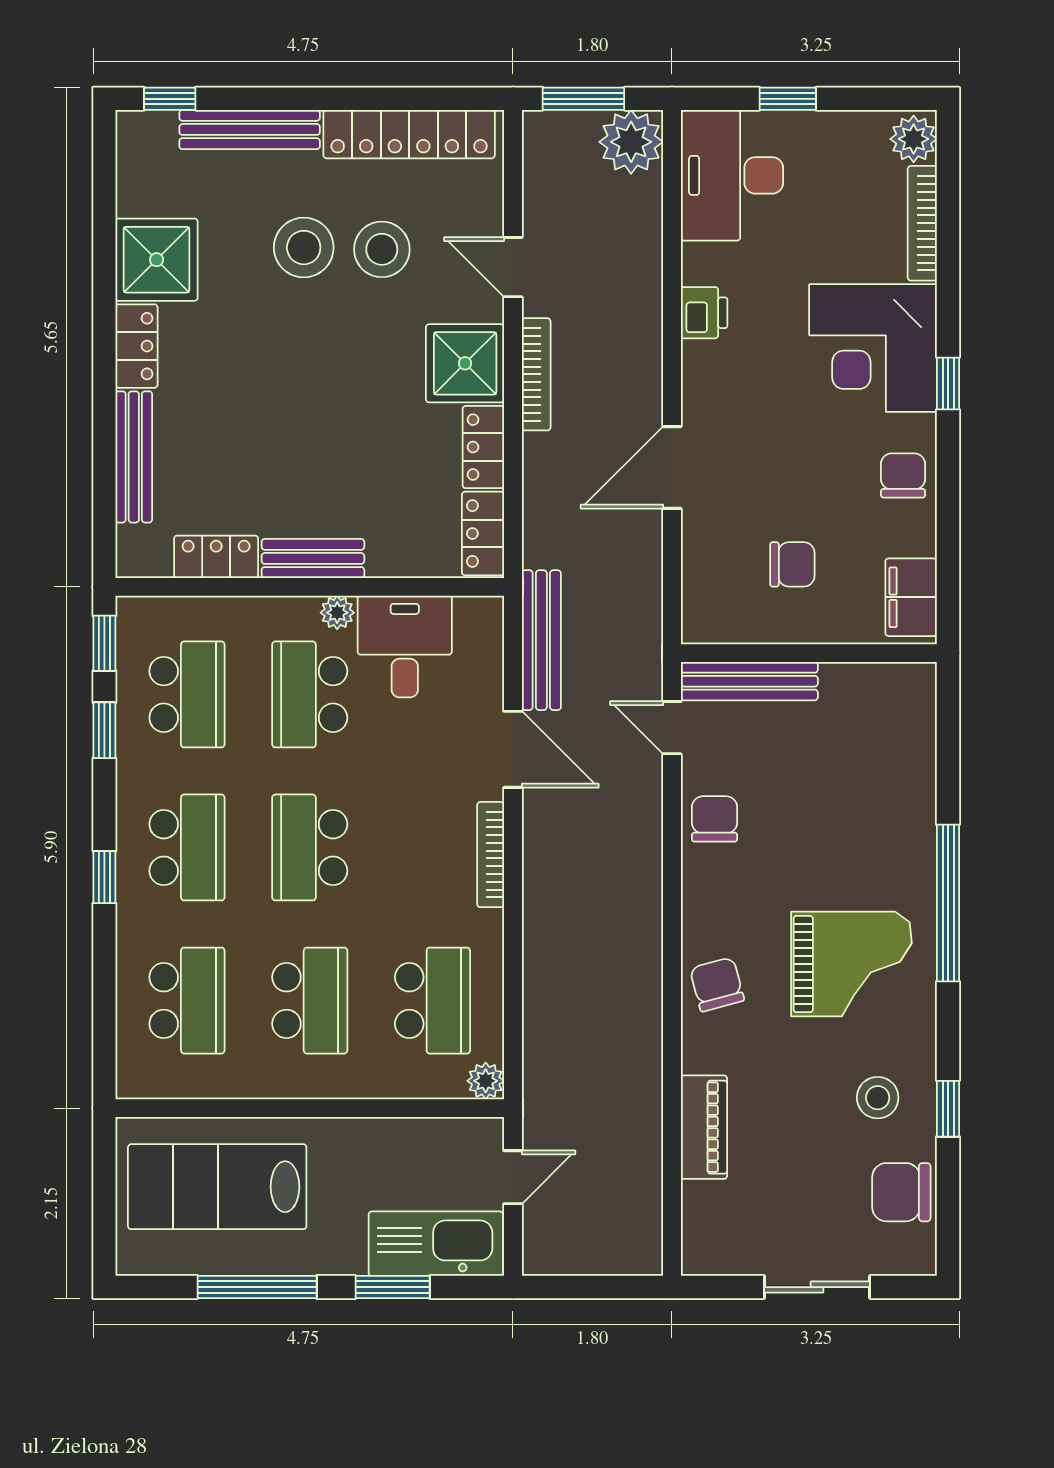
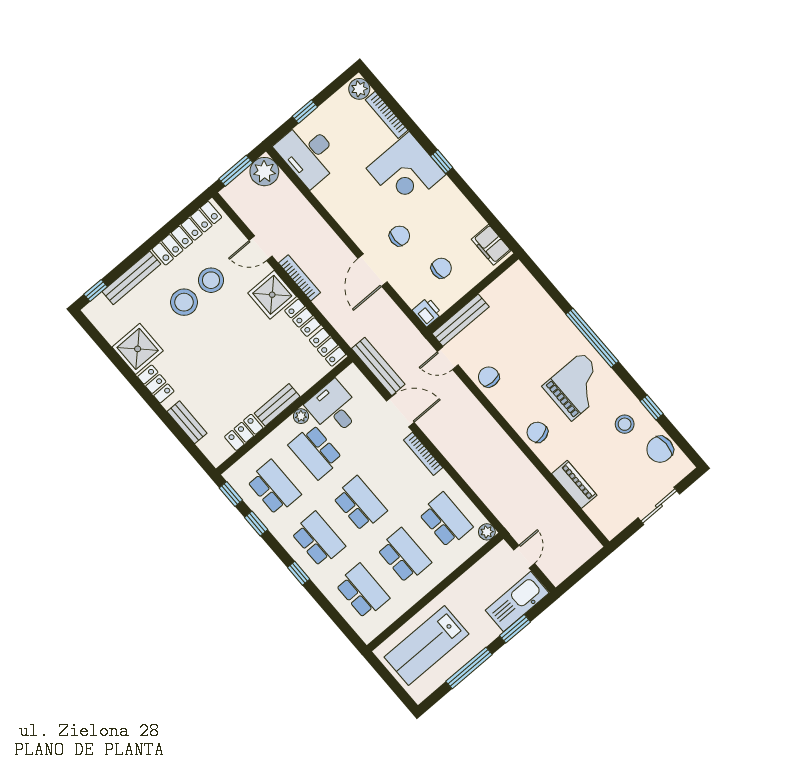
printer: (704, 313) -> (427, 312), moved
bench: (134, 457) -> (187, 422), width x0.73
chair: (903, 475) -> (399, 236), moved, turned 90
school desk: (310, 847) -> (360, 504), turned 180

